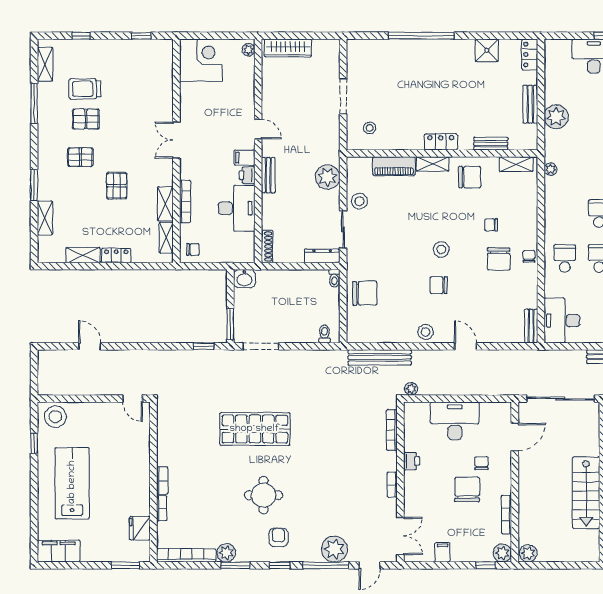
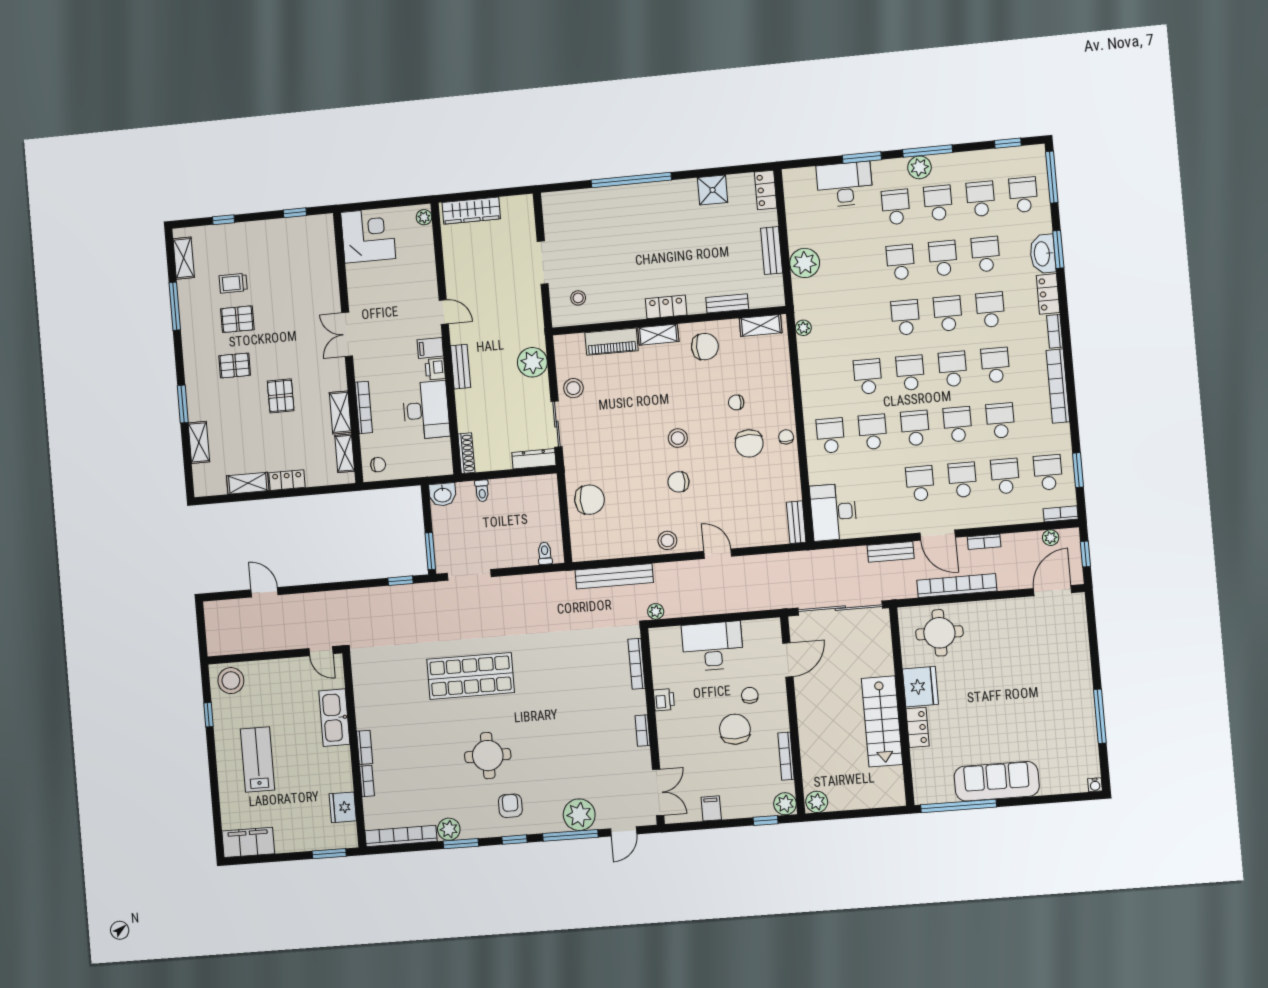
trolley: (85, 89) -> (233, 283), width x0.73, depth x0.72
toilet: (334, 278) -> (482, 491), moved
kitchen sink: (139, 454) -> (334, 718), added
lab bench: (72, 483) -> (257, 759), width x0.73, depth x0.72

